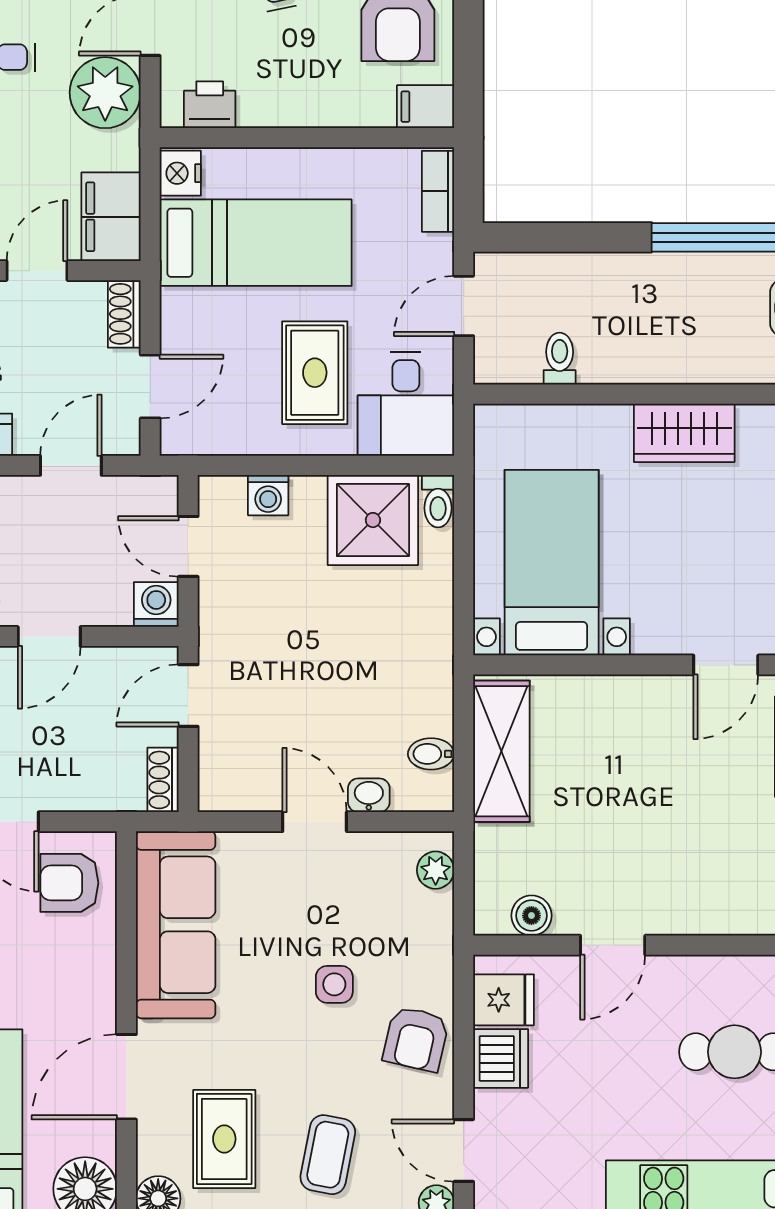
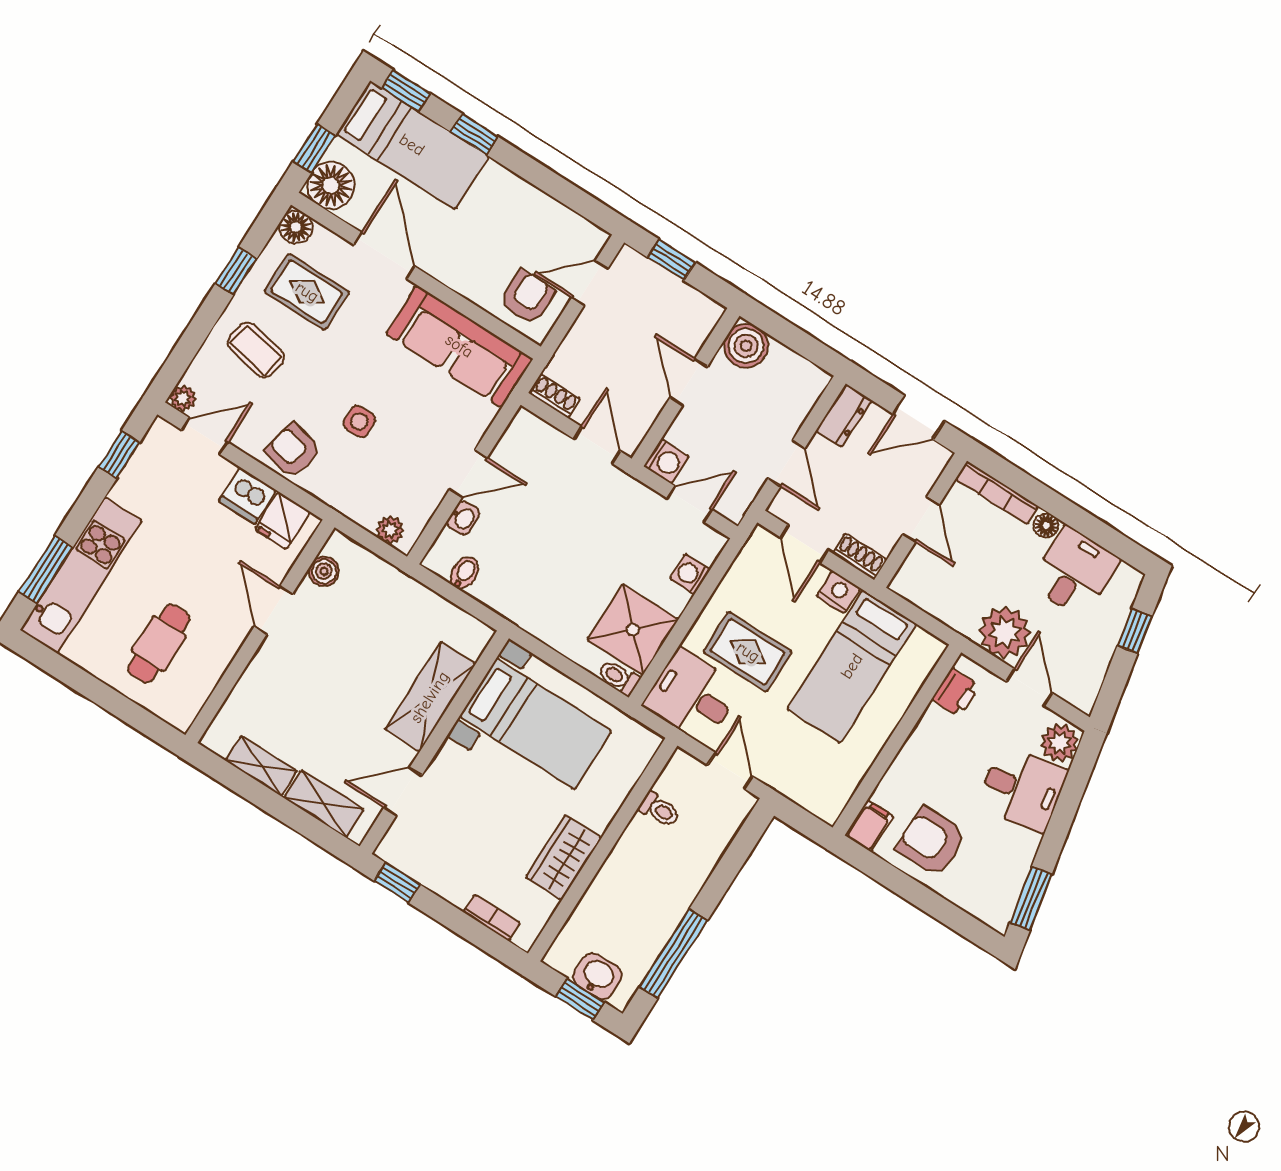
nightstand: (180, 173) -> (838, 592), moved
bookcase: (438, 191) -> (812, 800), removed
filing cabinet: (111, 217) -> (925, 587), removed
door: (726, 665) -> (403, 792), hinge flipped
shelving: (501, 751) -> (430, 697), moved, turned 90

